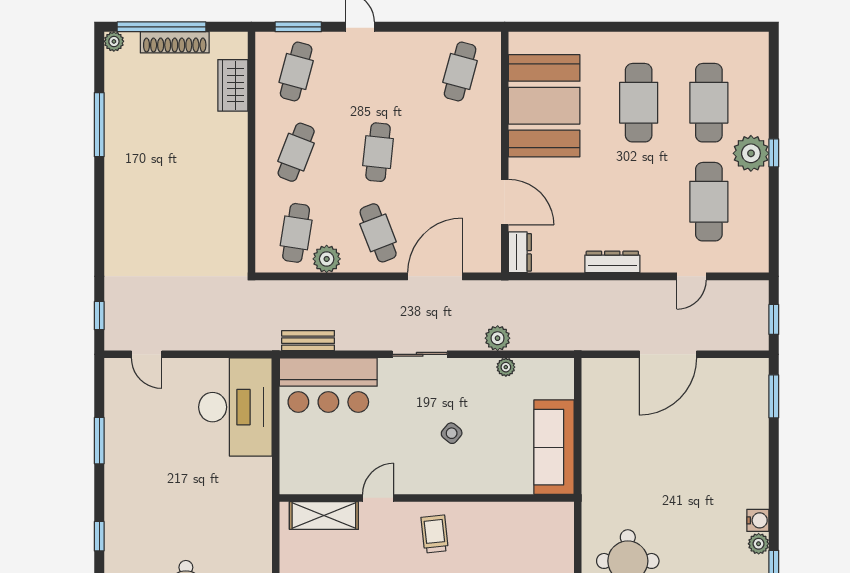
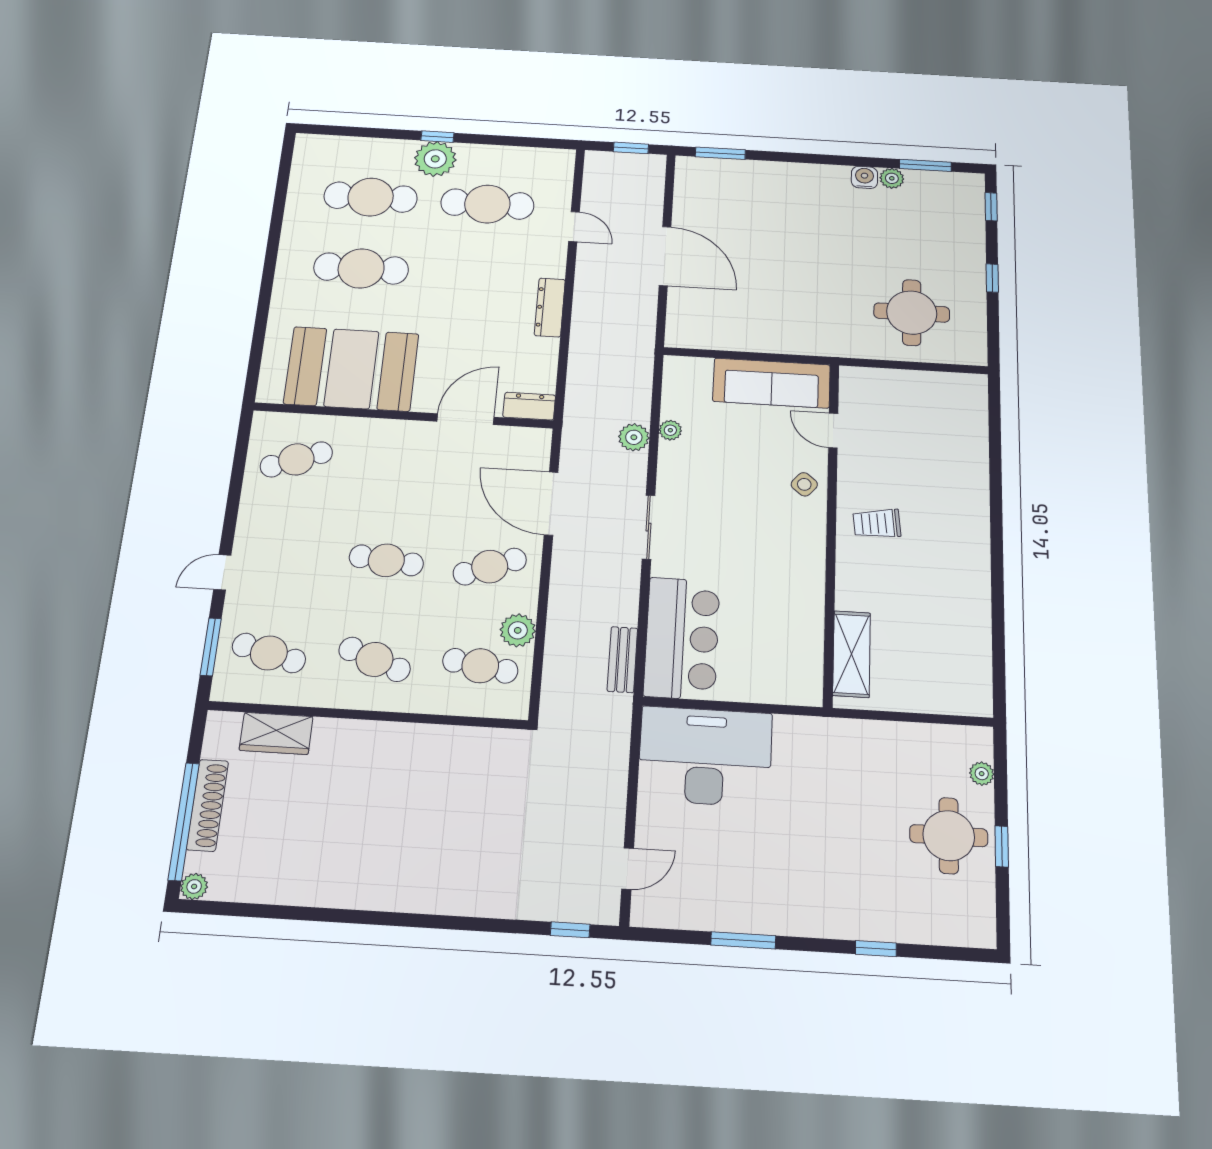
cafe table: (460, 71) -> (296, 459), turned -36
window: (99, 125) -> (306, 914), removed
side table: (452, 433) -> (804, 484), moved
door: (378, 498) -> (833, 431), moved

